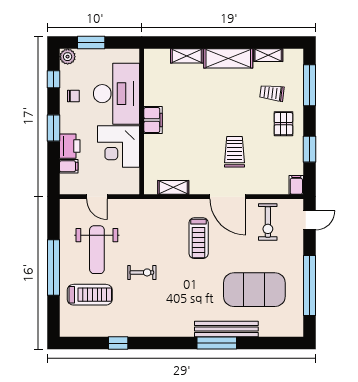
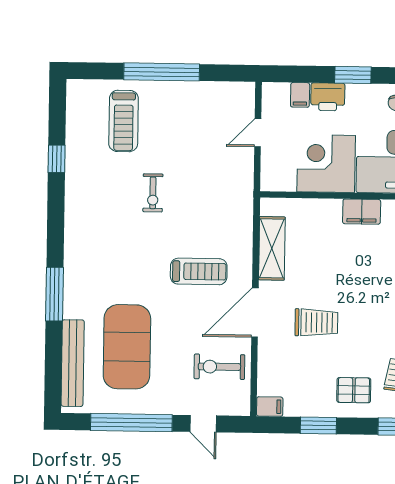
shelving: (173, 187) -> (272, 248), width x1.50, depth x1.33
door: (310, 220) -> (203, 424), moved
treadmill: (199, 238) -> (199, 271), turned 180
weight bench: (97, 250) -> (185, 132), removed
bench: (226, 329) -> (73, 363), moved

